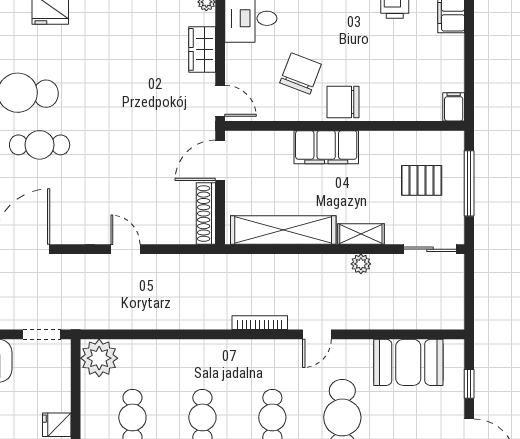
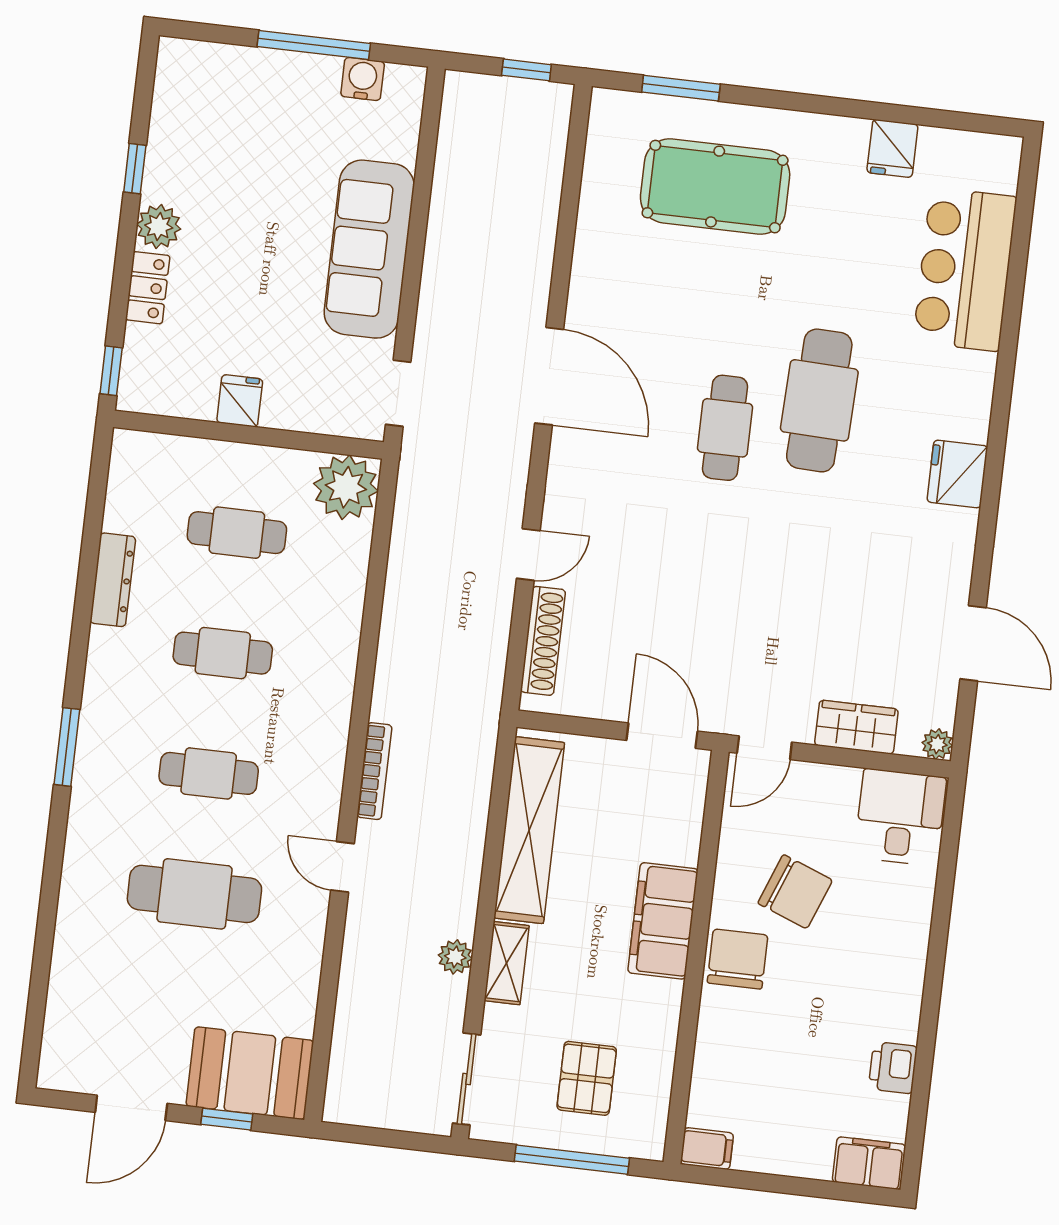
shoe rack: (206, 214) -> (543, 641), moved, turned 90
booth: (408, 362) -> (250, 1073), moved, turned 90

